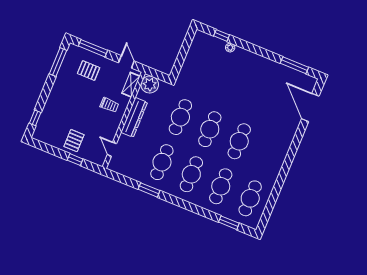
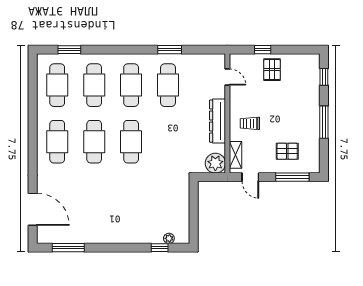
plant: (230, 48) -> (169, 238), moved
window: (58, 62) -> (324, 122), moved
cafe table: (180, 117) -> (57, 142), moved

